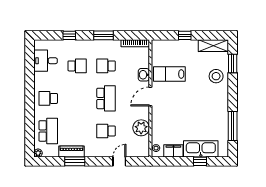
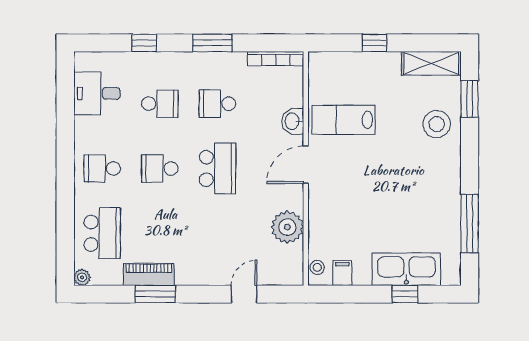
school desk: (106, 131) -> (160, 168), moved
filing cabinet: (173, 151) -> (342, 273), width x0.50

